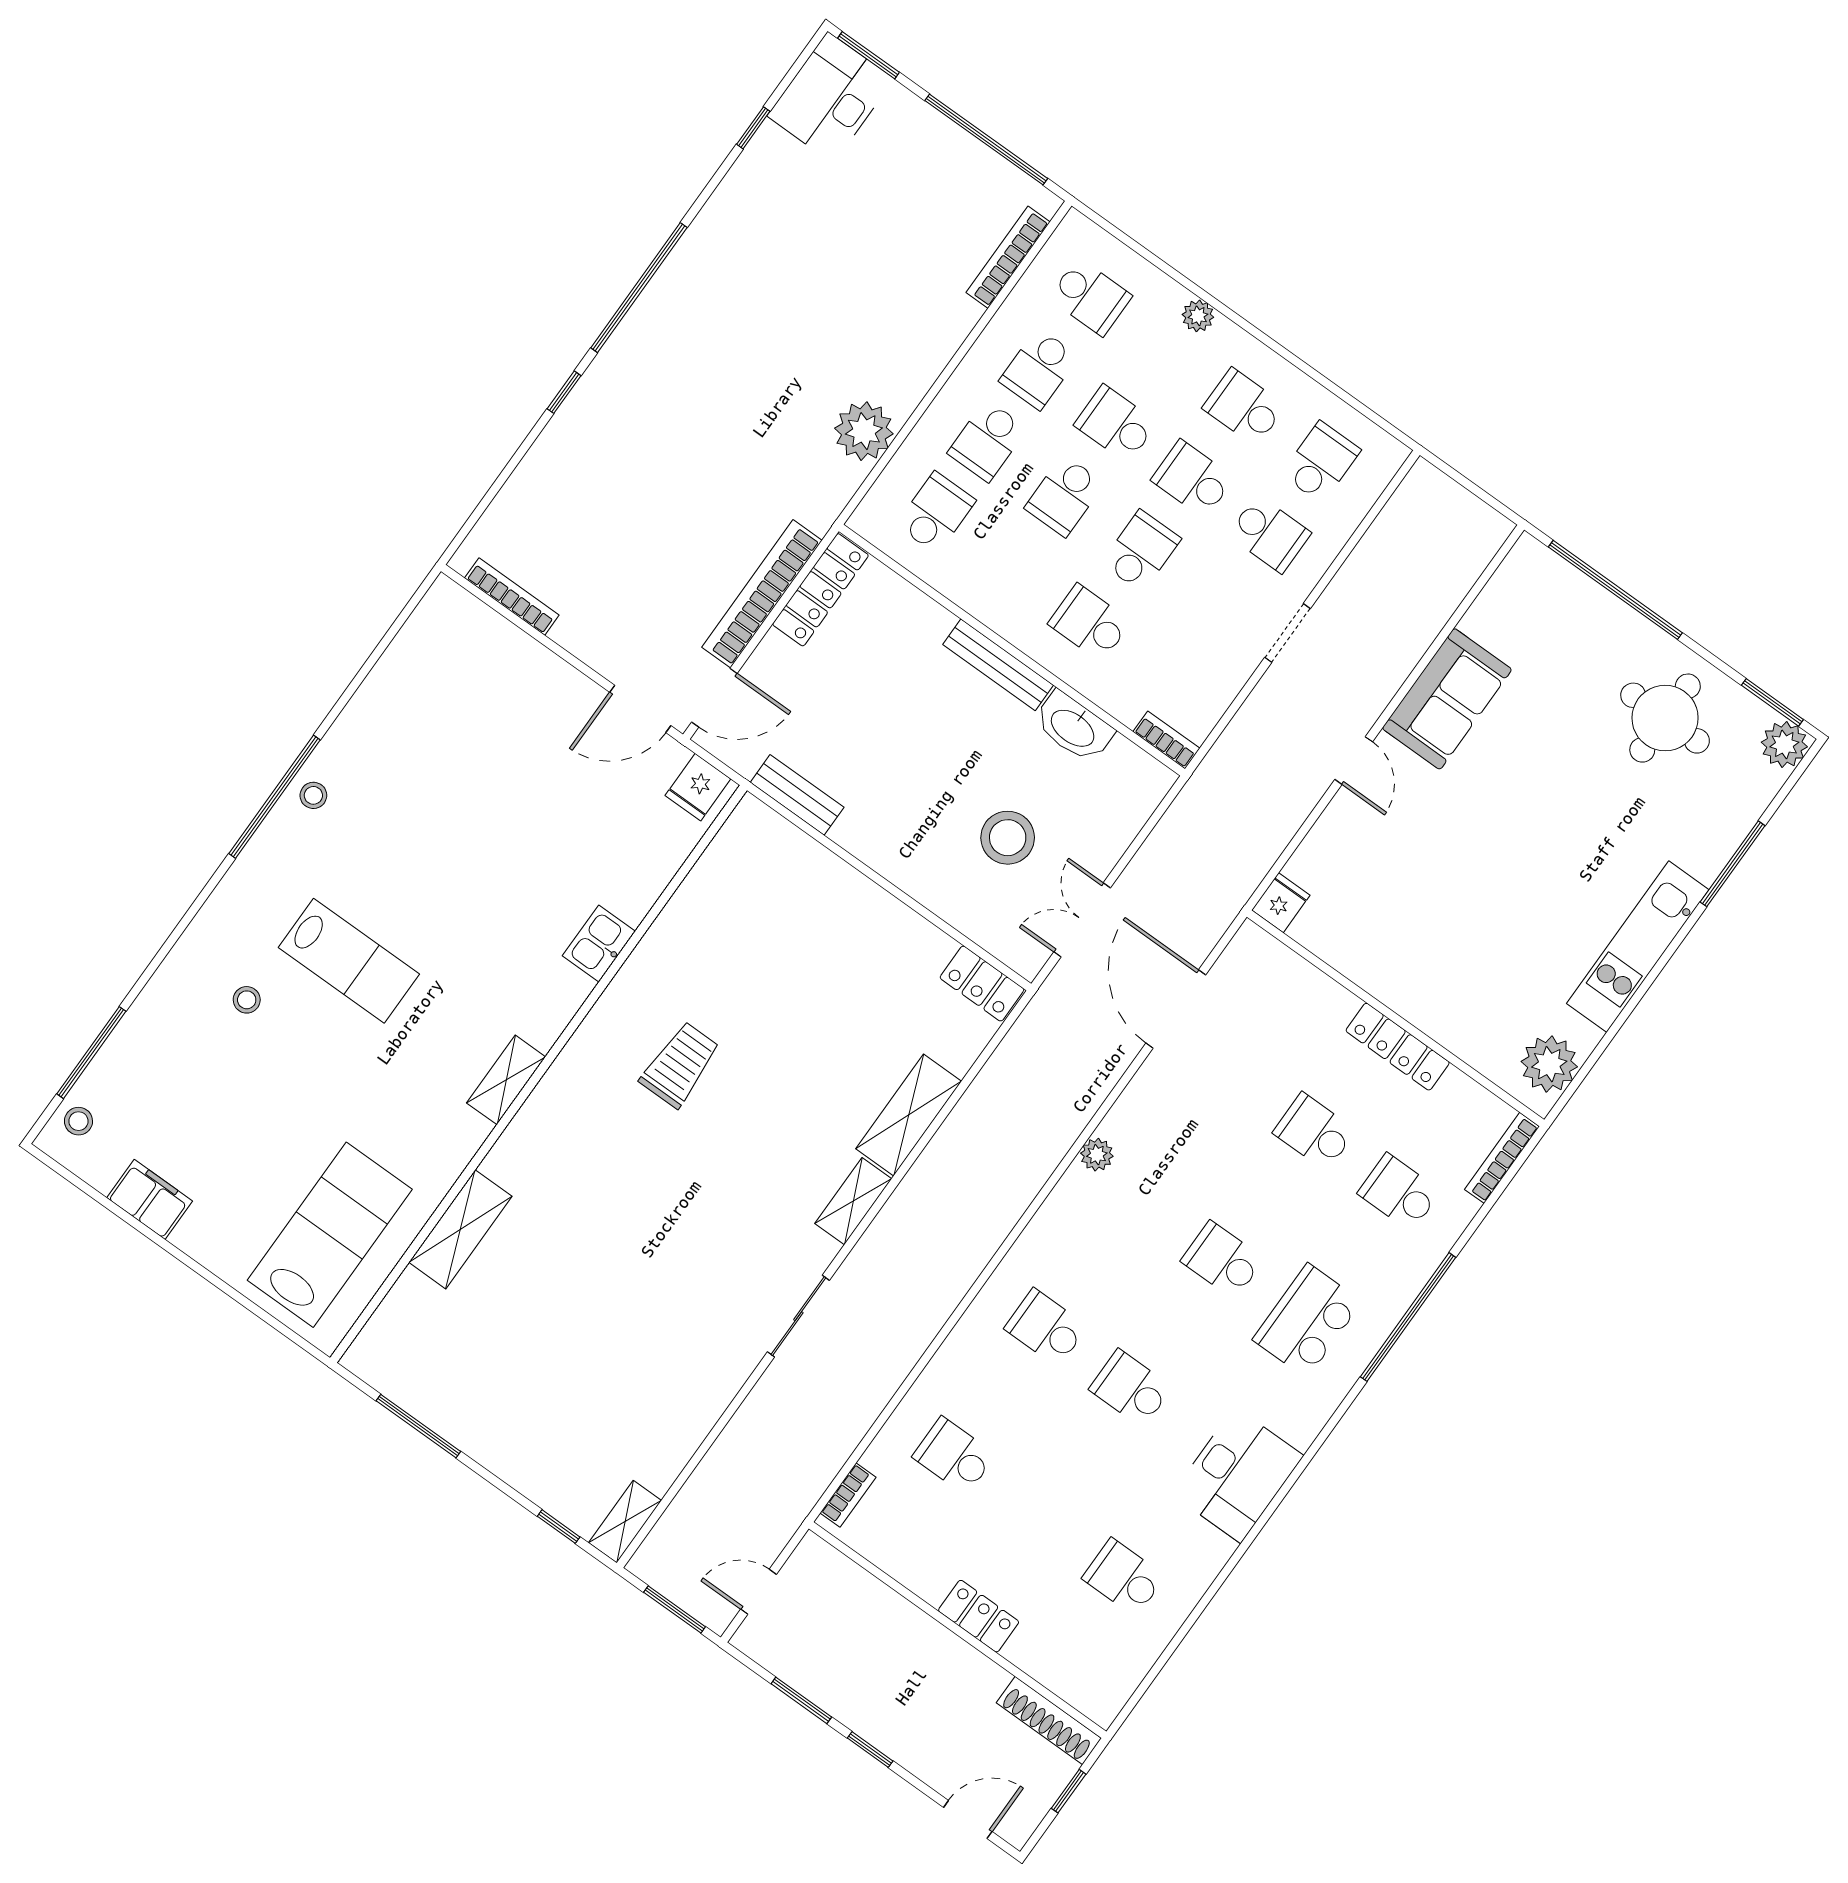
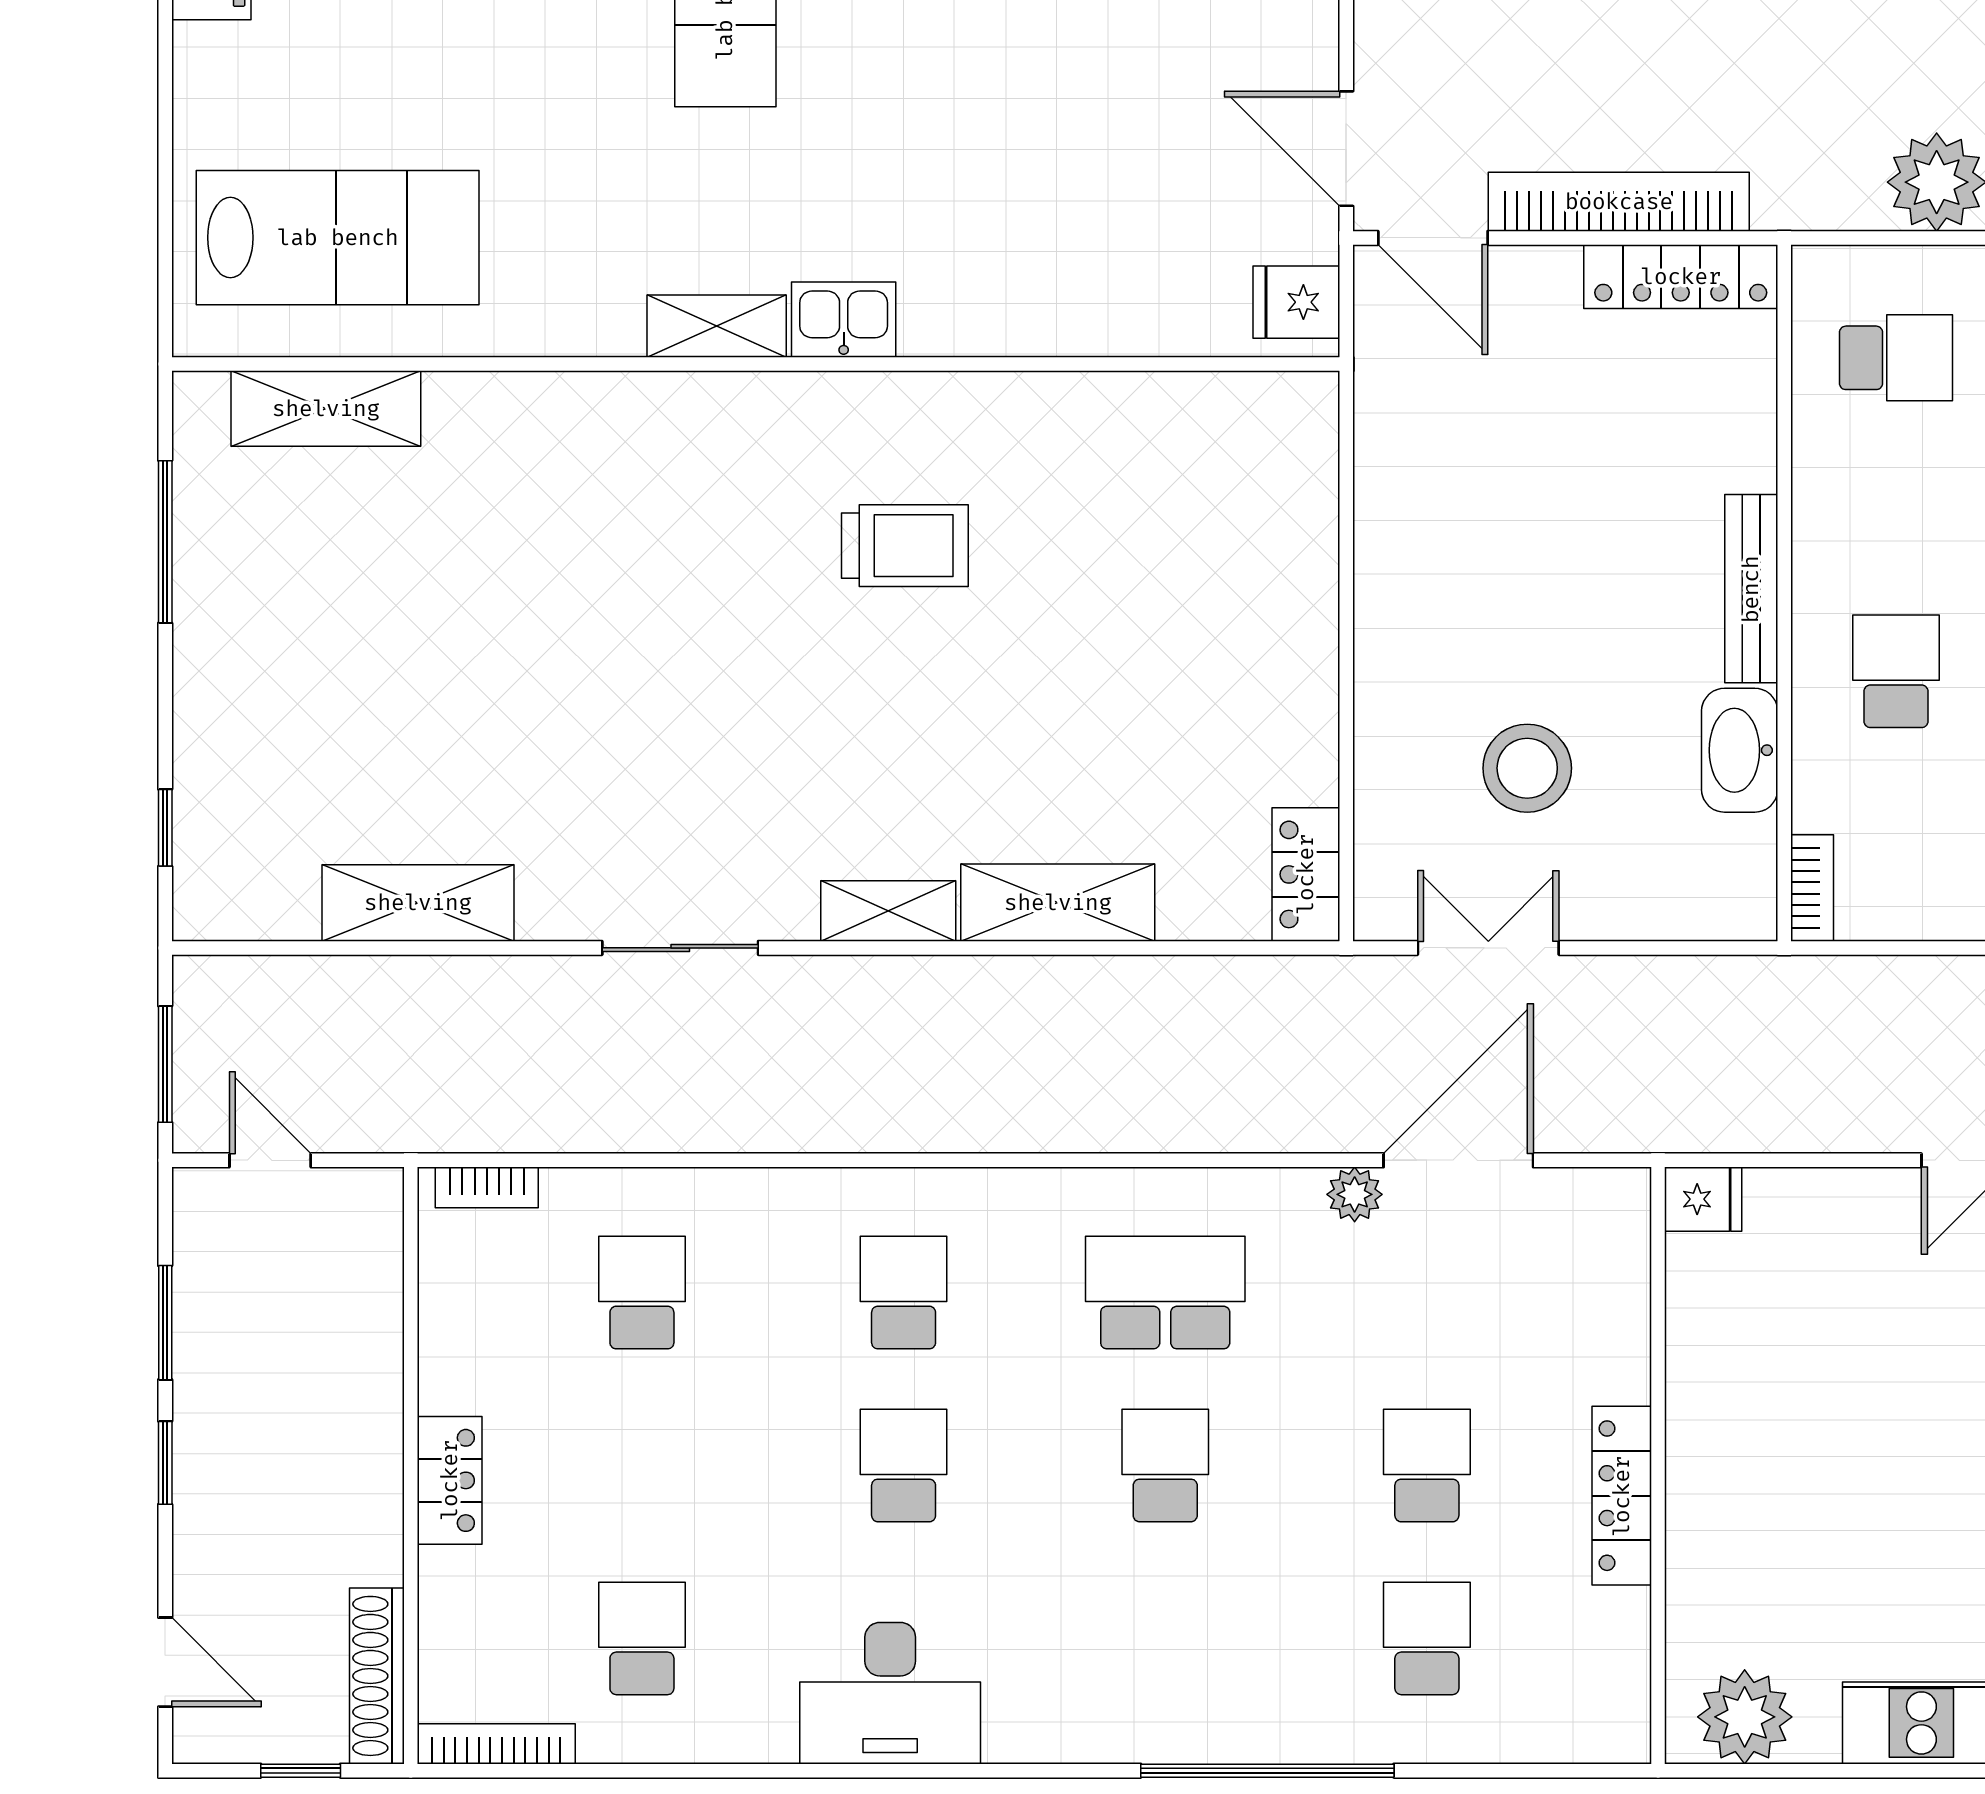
bench: (797, 795) -> (1382, 443), removed
kitchen sink: (599, 944) -> (844, 320), moved
plant: (1097, 1155) -> (1355, 1194), moved
bookcase: (1502, 1158) -> (496, 1744), moved
shelving: (460, 1229) -> (326, 409), moved
school desk: (1307, 1321) -> (1165, 1293), moved
shelving: (625, 1522) -> (418, 903), moved, width x1.50, depth x1.33

